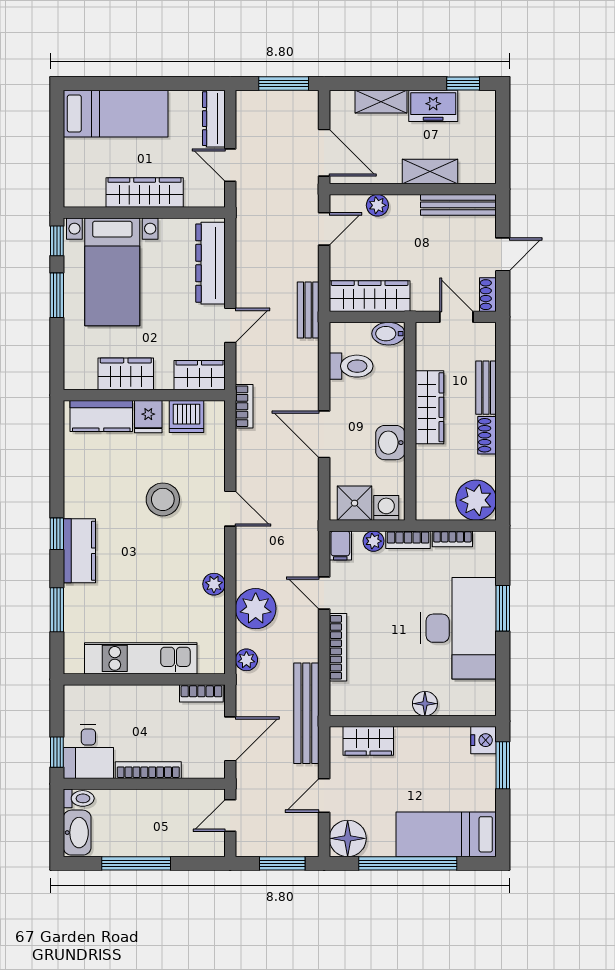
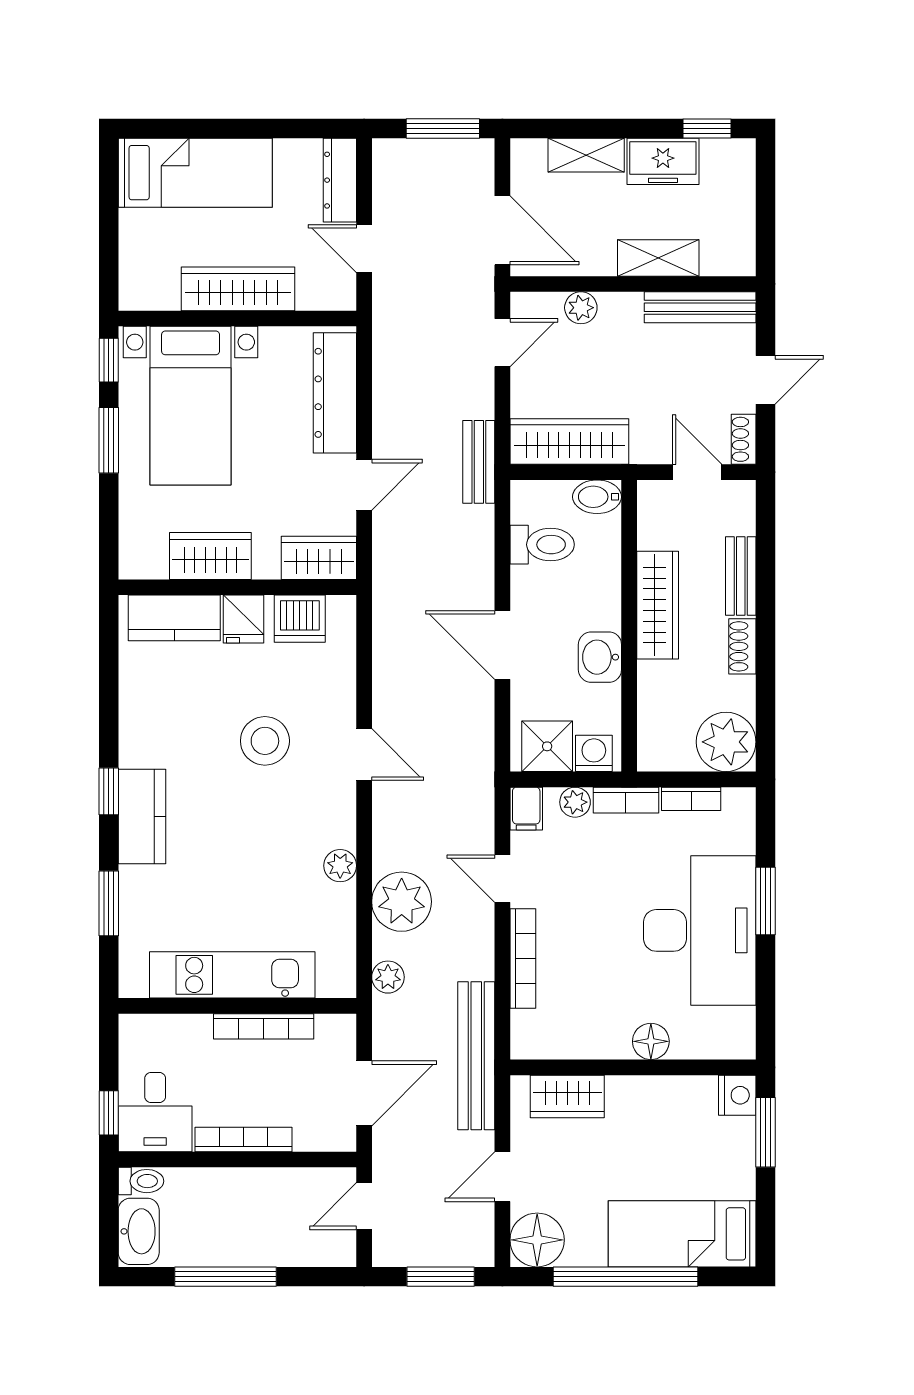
bookcase: (244, 406) -> (385, 604), removed
bookcase: (201, 693) -> (264, 1026), moved, width x1.56

